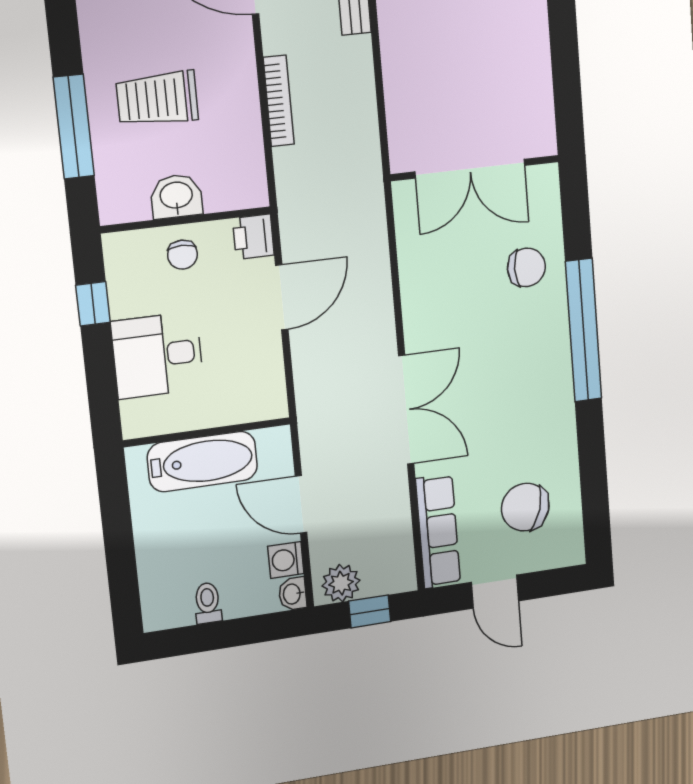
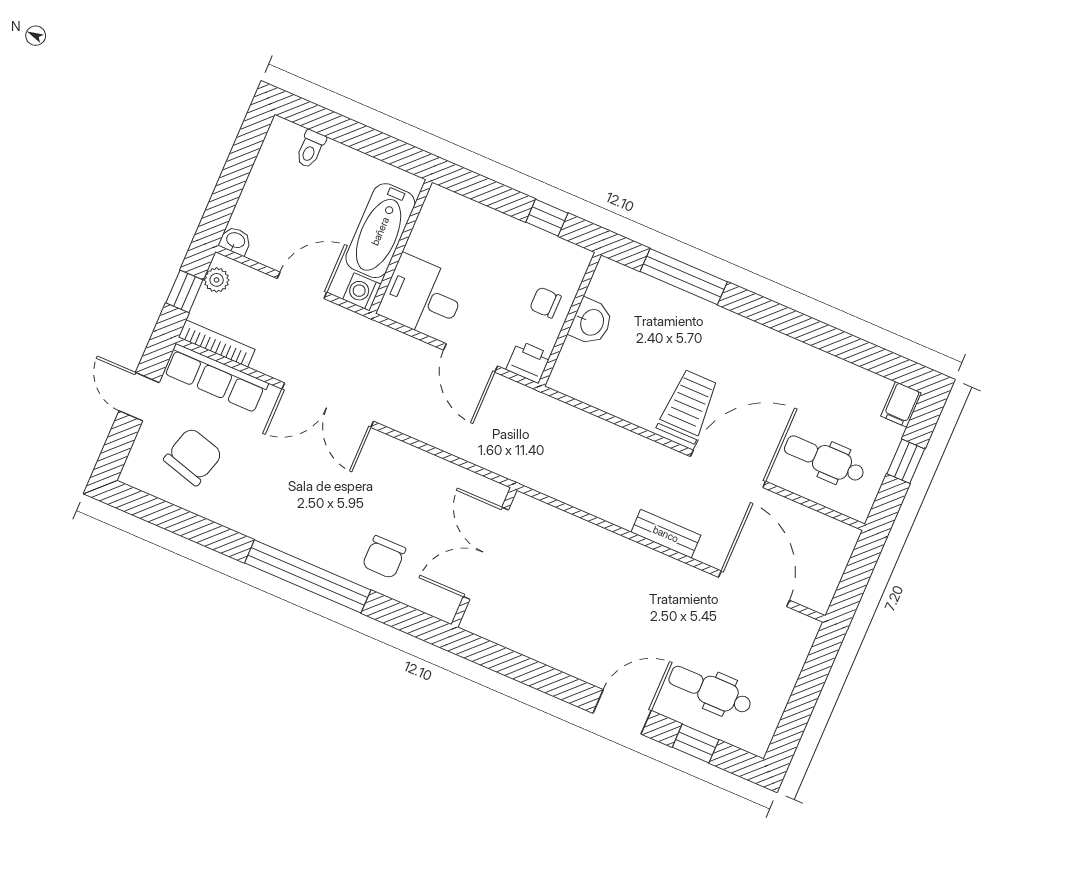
trolley: (157, 99) -> (688, 406), moved
bookcase: (279, 101) -> (217, 343), moved, turned 180
desk: (158, 355) -> (422, 297), moved, turned -90
washing machine: (286, 560) -> (362, 292), moved, turned -90
plant: (341, 583) -> (217, 280), width x0.73, depth x0.73
door: (495, 592) -> (139, 397), hinge flipped
toilet: (208, 603) -> (310, 149), moved, turned 90

